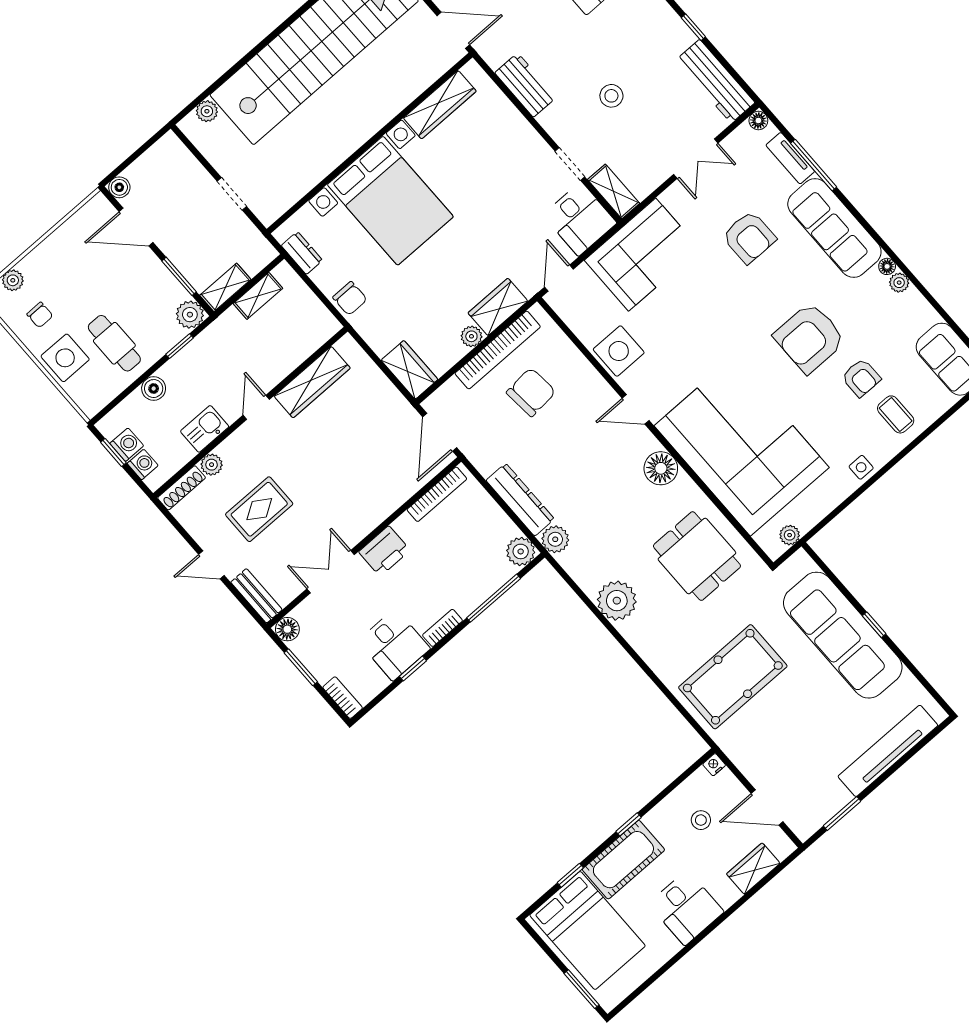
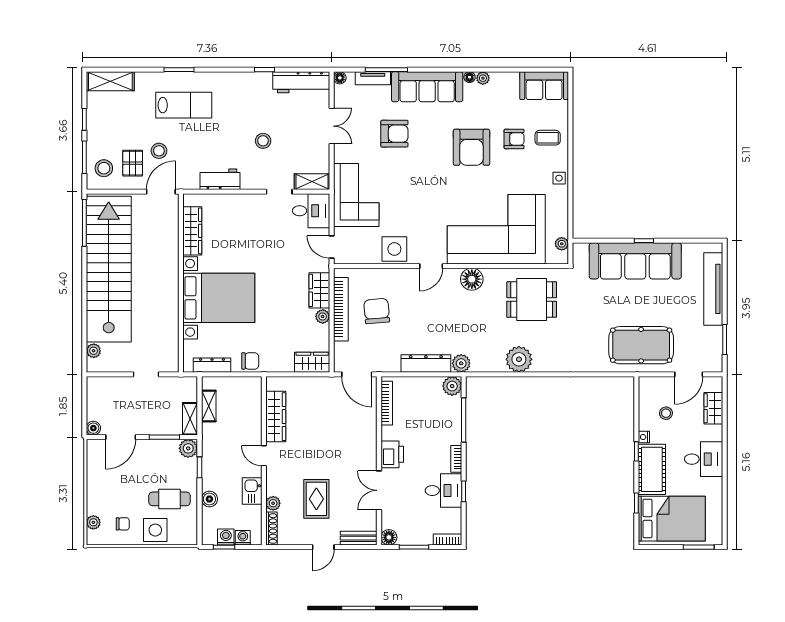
dresser: (302, 253) -> (212, 365), width x1.44
pool table: (733, 677) -> (641, 345), moved, turned 90
nightstand: (714, 765) -> (644, 437), moved

